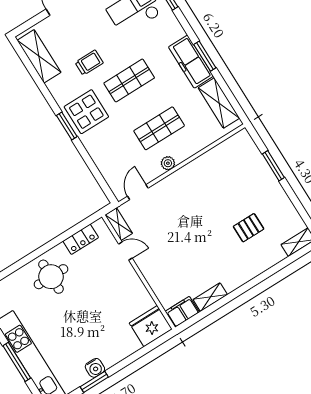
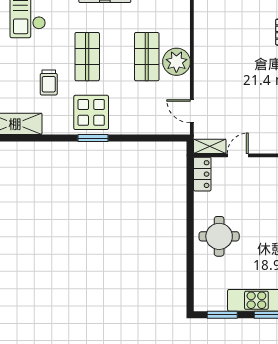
trolley: (89, 63) -> (49, 82), turned 180
plant: (168, 163) -> (176, 62), width x1.88, depth x1.88
locker: (81, 239) -> (202, 174), moved

